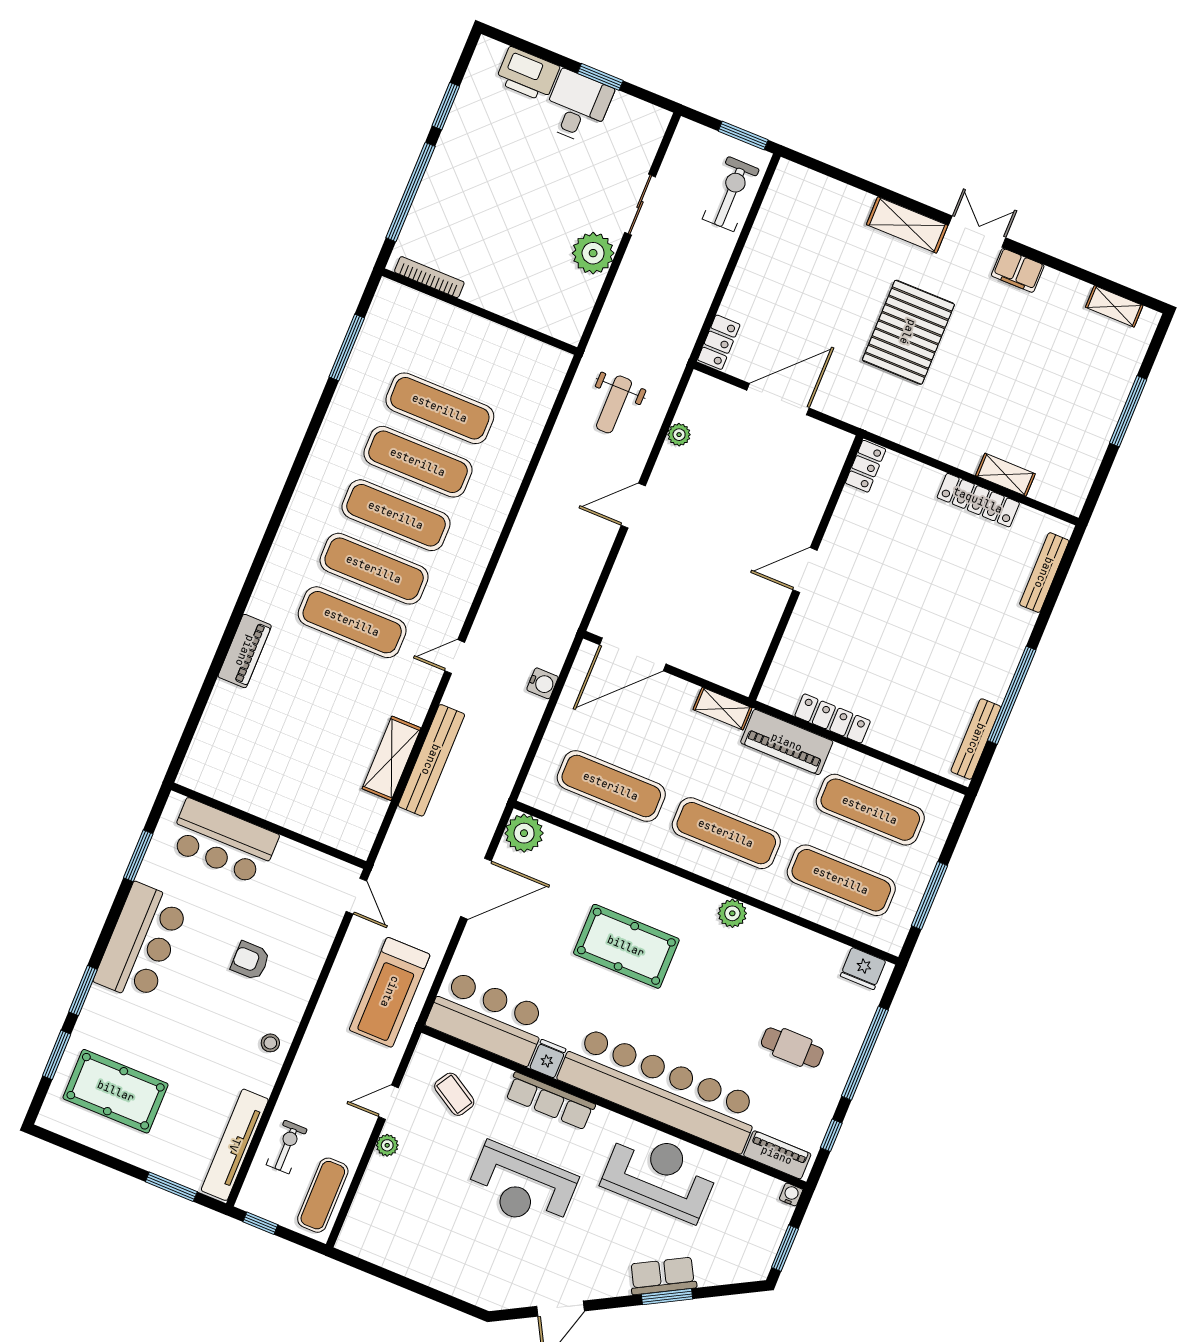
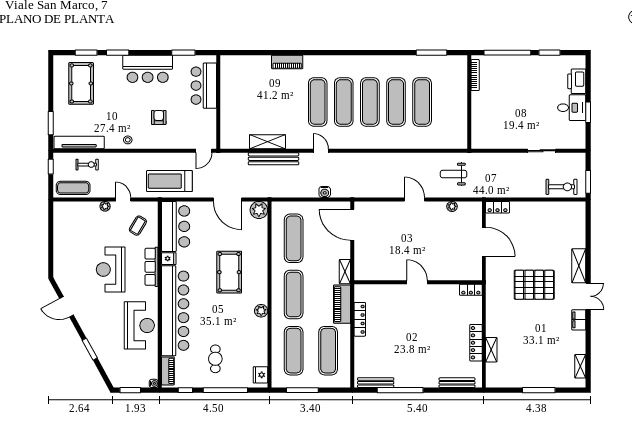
plant: (593, 253) -> (513, 139), removed
row of seats: (663, 1276) -> (98, 344), removed

